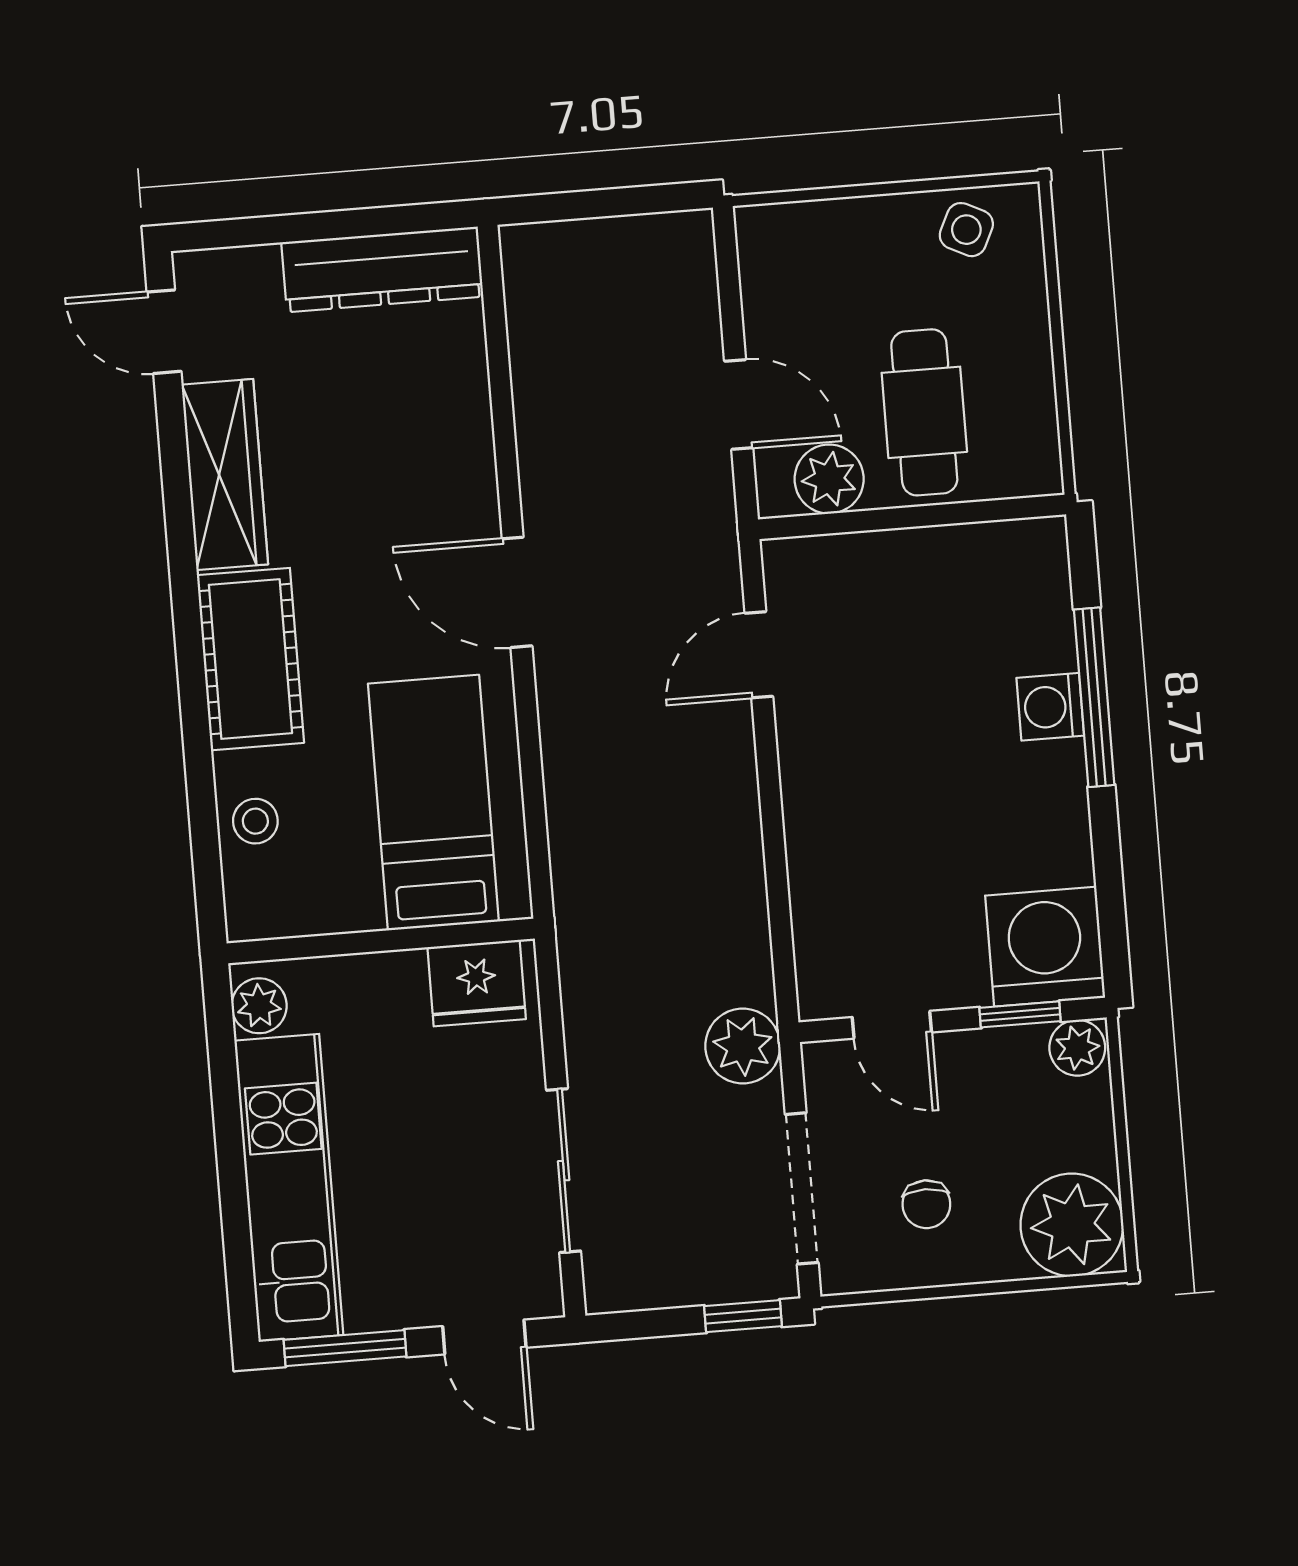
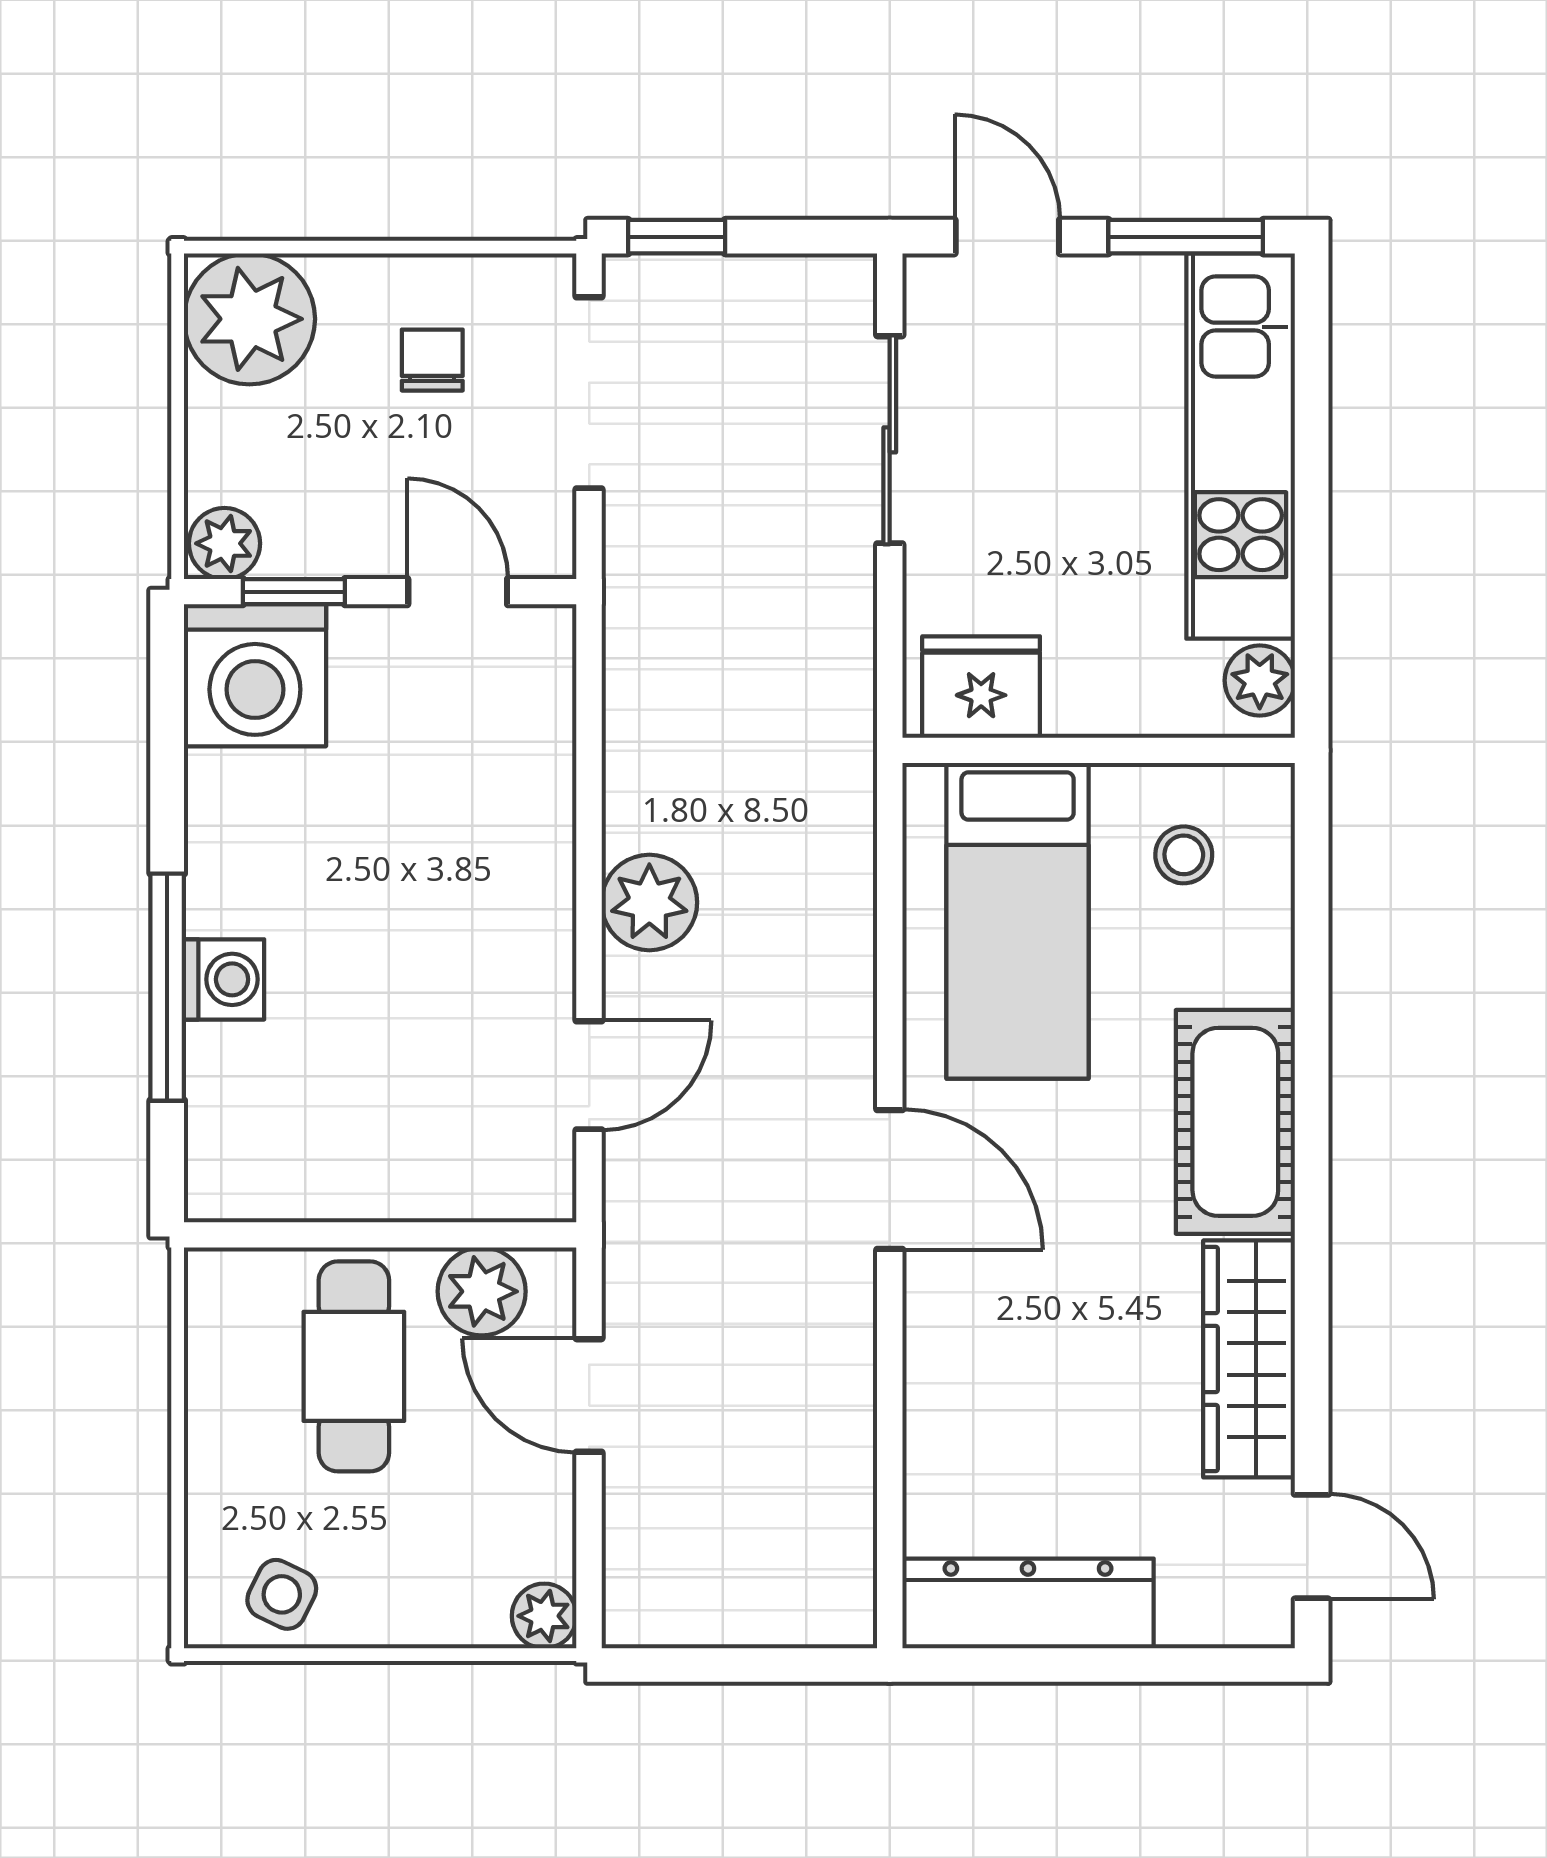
plant: (760, 229) -> (544, 1616), added
stool: (255, 821) -> (1184, 855), moved
plant: (743, 1046) -> (649, 902), moved

